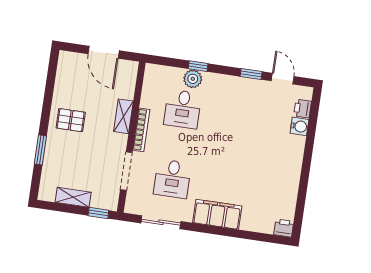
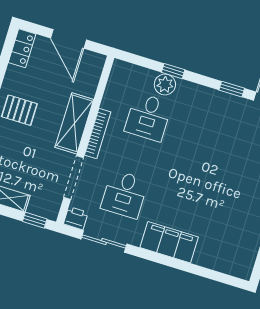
locker: (65, 66) -> (22, 48), added
shelving: (123, 116) -> (74, 123), width x1.50, depth x1.33
printer: (284, 228) -> (76, 218), moved

